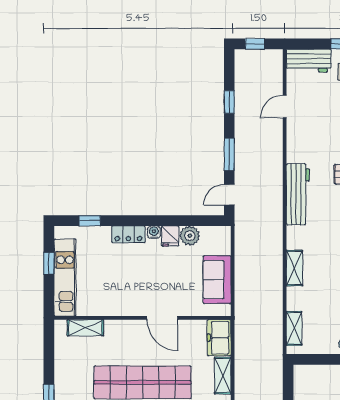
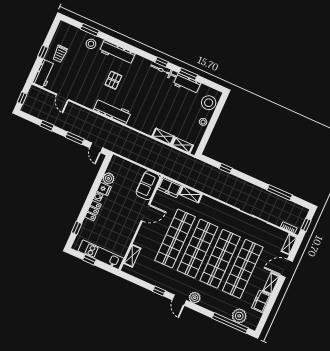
shelving: (294, 268) -> (163, 136), moved
sofa: (217, 280) -> (148, 185), moved, turned 90

